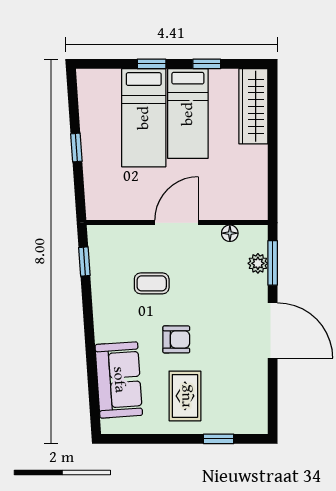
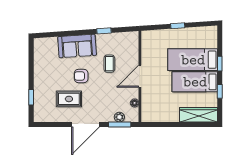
door: (177, 223) -> (140, 76), swing flipped
window: (84, 261) -> (104, 31), moved
armchair: (176, 339) -> (81, 76), turned 90
sofa: (119, 380) -> (77, 46), moved
rug: (185, 396) -> (69, 99), moved

